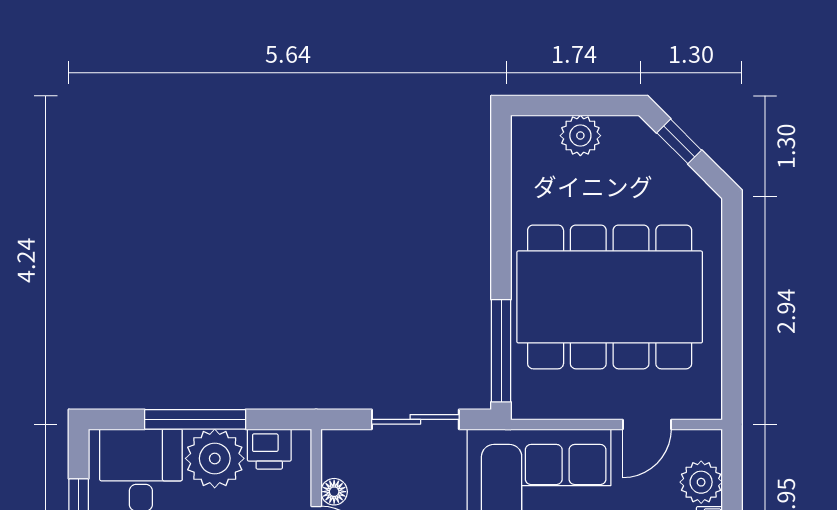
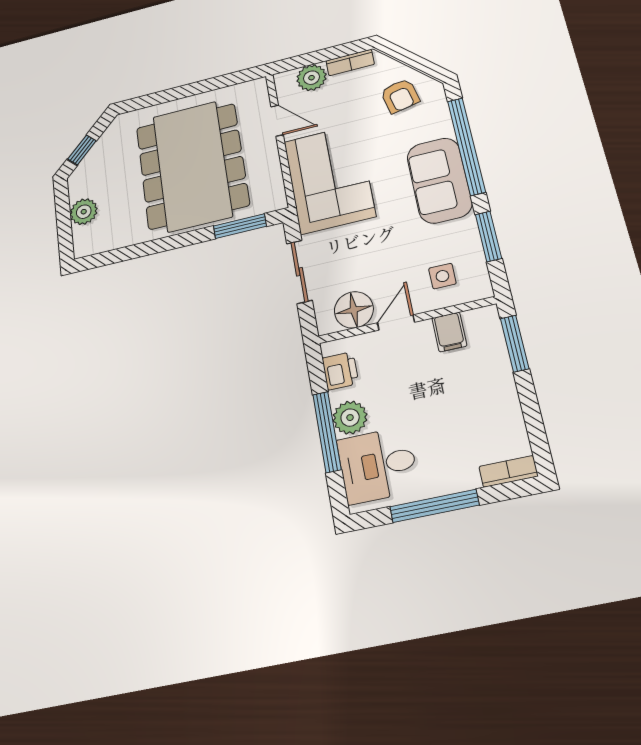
window: (501, 351) -> (240, 226), width x0.69
plant: (215, 458) -> (350, 418), width x0.73, depth x0.73
floor lamp: (334, 492) -> (354, 310), width x1.89, depth x1.89

